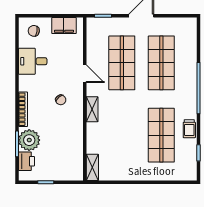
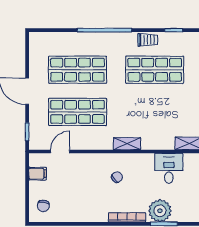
filing cabinet: (64, 25) -> (38, 174), width x0.50
desk: (33, 61) -> (169, 168), moved, turned 180
door: (85, 74) -> (60, 152), moved
printer: (26, 161) -> (183, 214), removed

